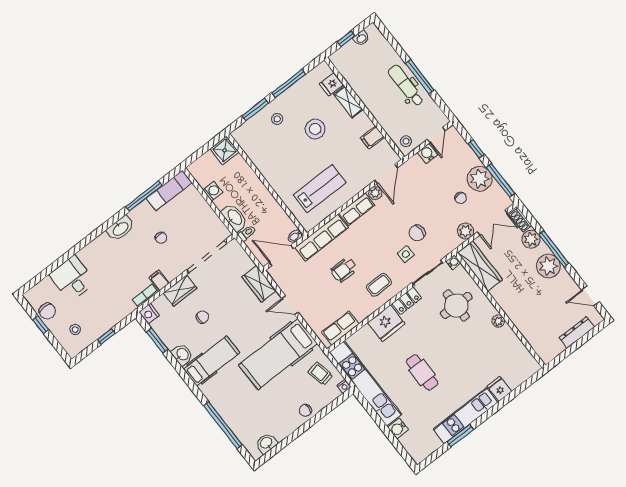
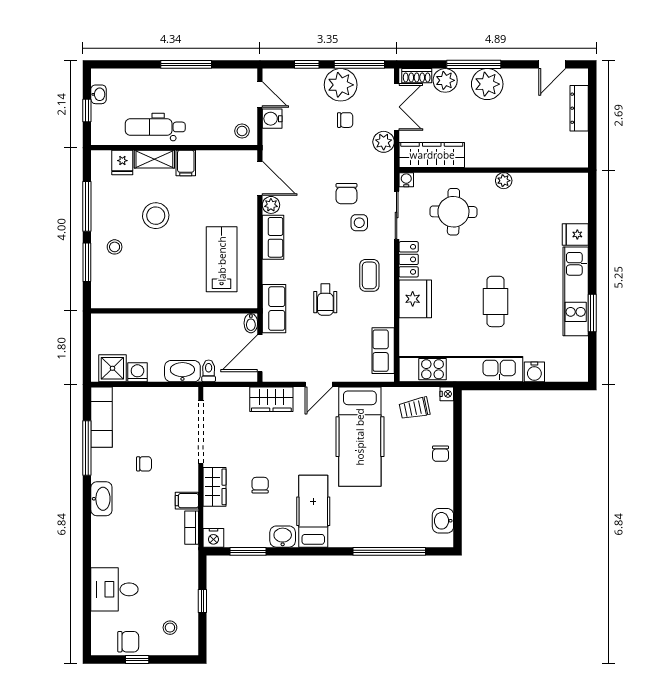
dental chair: (406, 85) -> (155, 127), moved
filing cabinet: (372, 137) -> (186, 163), moved
shower: (225, 150) -> (112, 368), moved
row of seats: (322, 238) -> (274, 309), width x0.68
cafe table: (422, 372) -> (495, 301), turned 90

